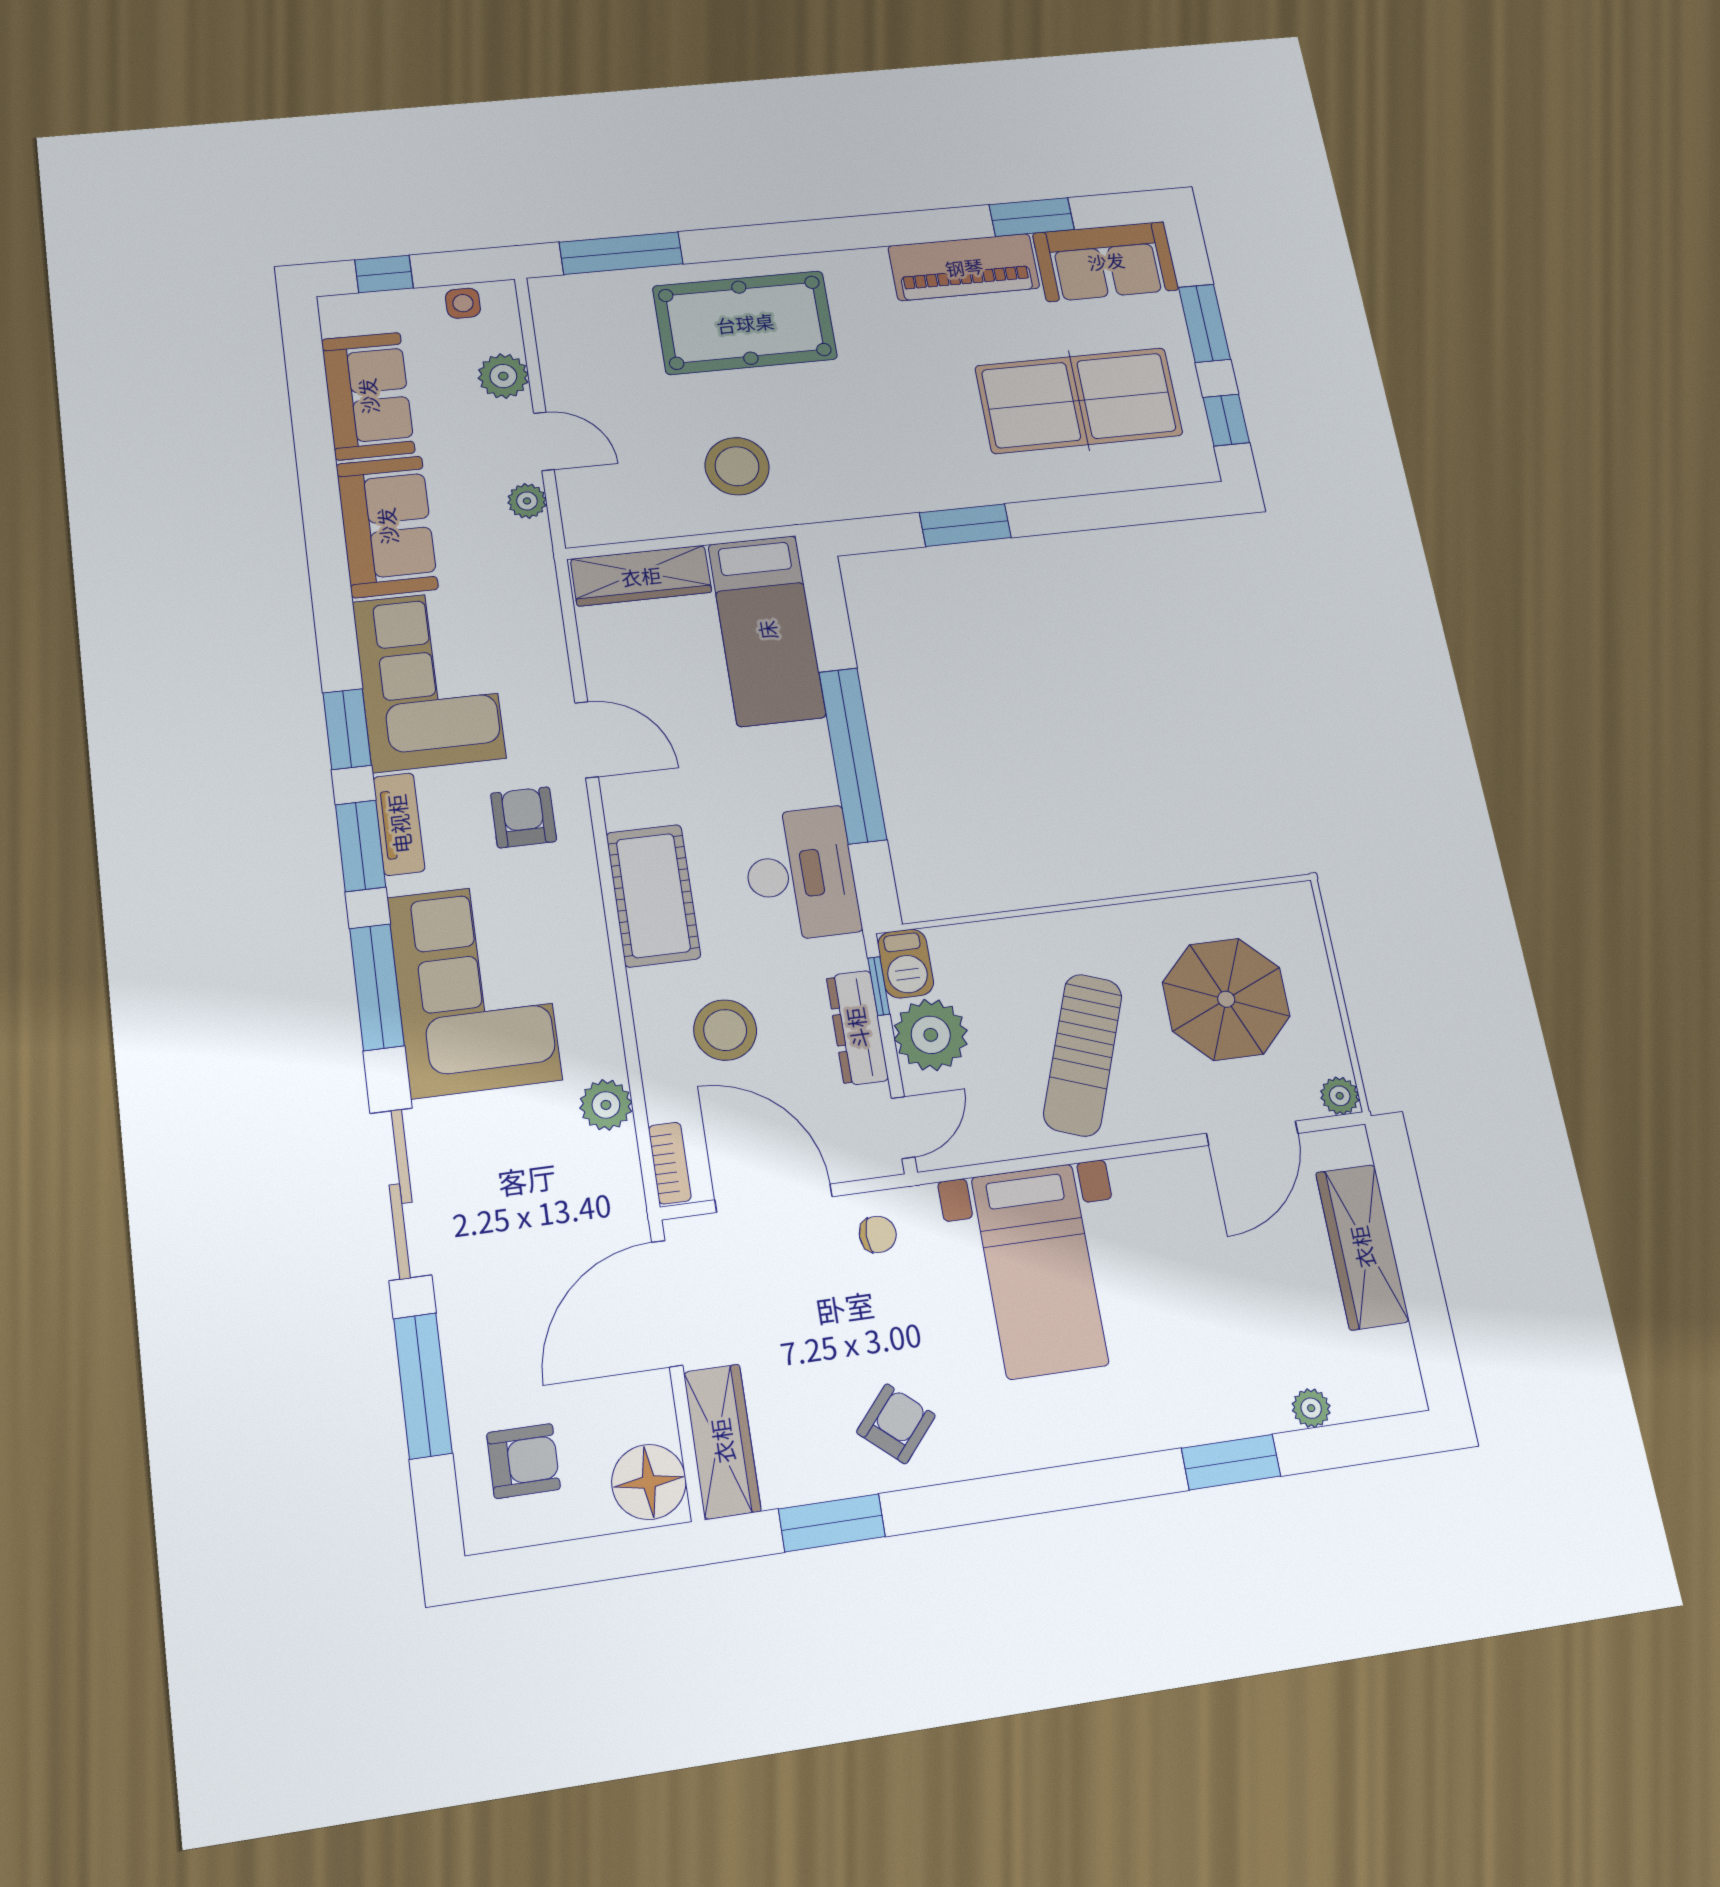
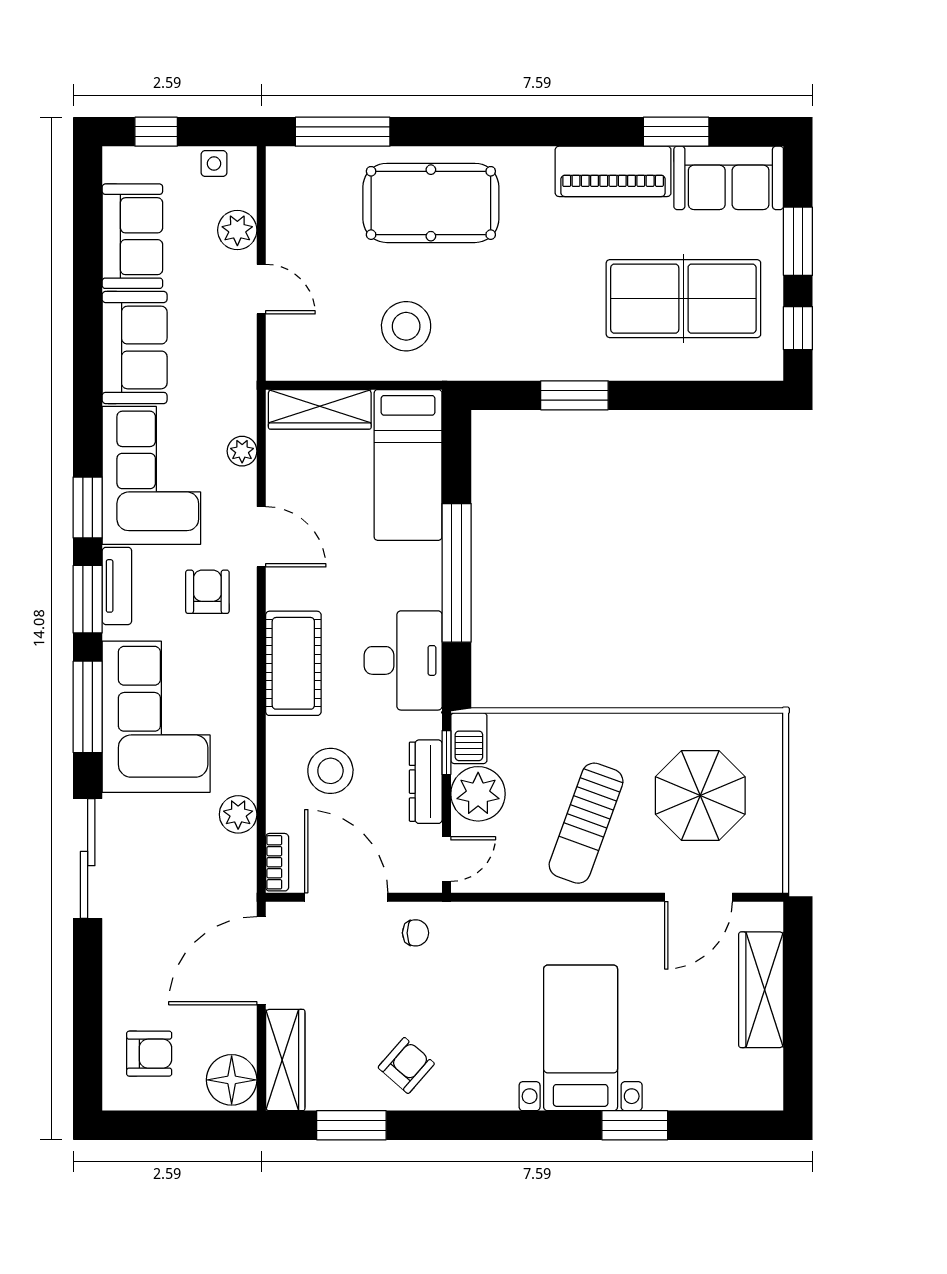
plant: (527, 501) -> (242, 451), moved
plant: (1340, 1096) -> (769, 878), removed
bed with nightstands: (1040, 1271) -> (581, 1038), moved, turned 180
window: (423, 1386) -> (88, 993), removed
plant: (1311, 1408) -> (699, 1097), removed

